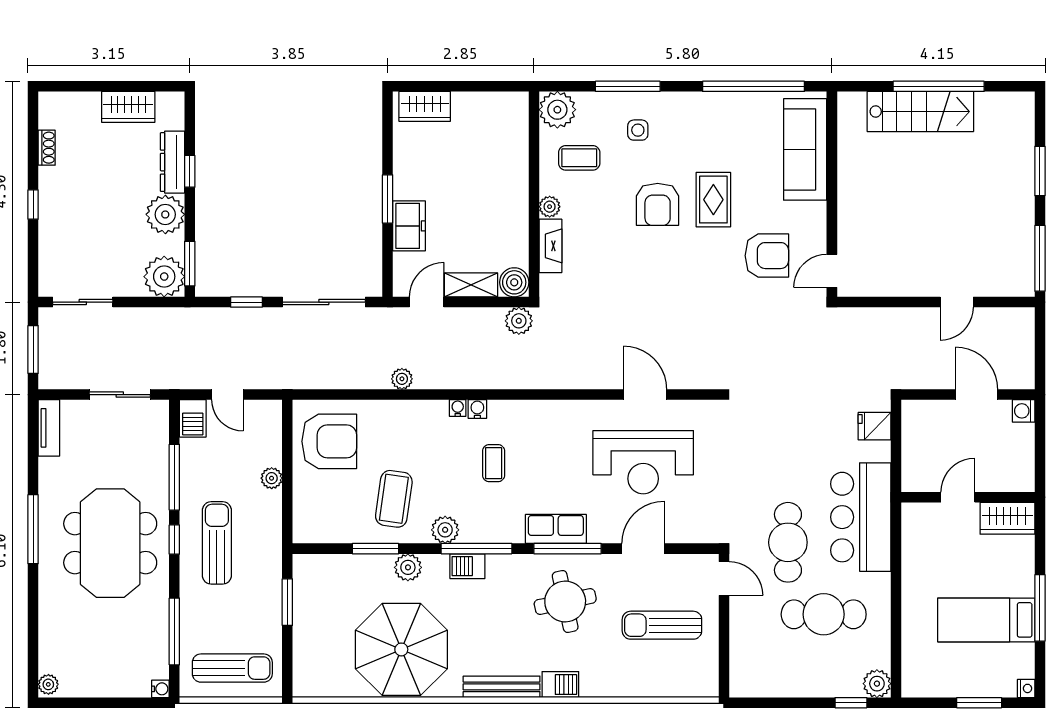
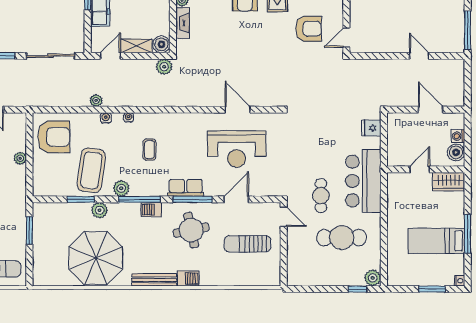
door: (957, 302) -> (419, 56), swing flipped
water cooler: (477, 409) -> (106, 118), moved
washing machine: (1024, 411) -> (458, 136), moved
boiler: (1020, 468) -> (456, 152), added
coffee table: (394, 499) -> (91, 170), width x1.36, depth x1.32
cafe table: (788, 542) -> (321, 196), width x0.73, depth x0.74
barbecue: (467, 566) -> (151, 210), moved

